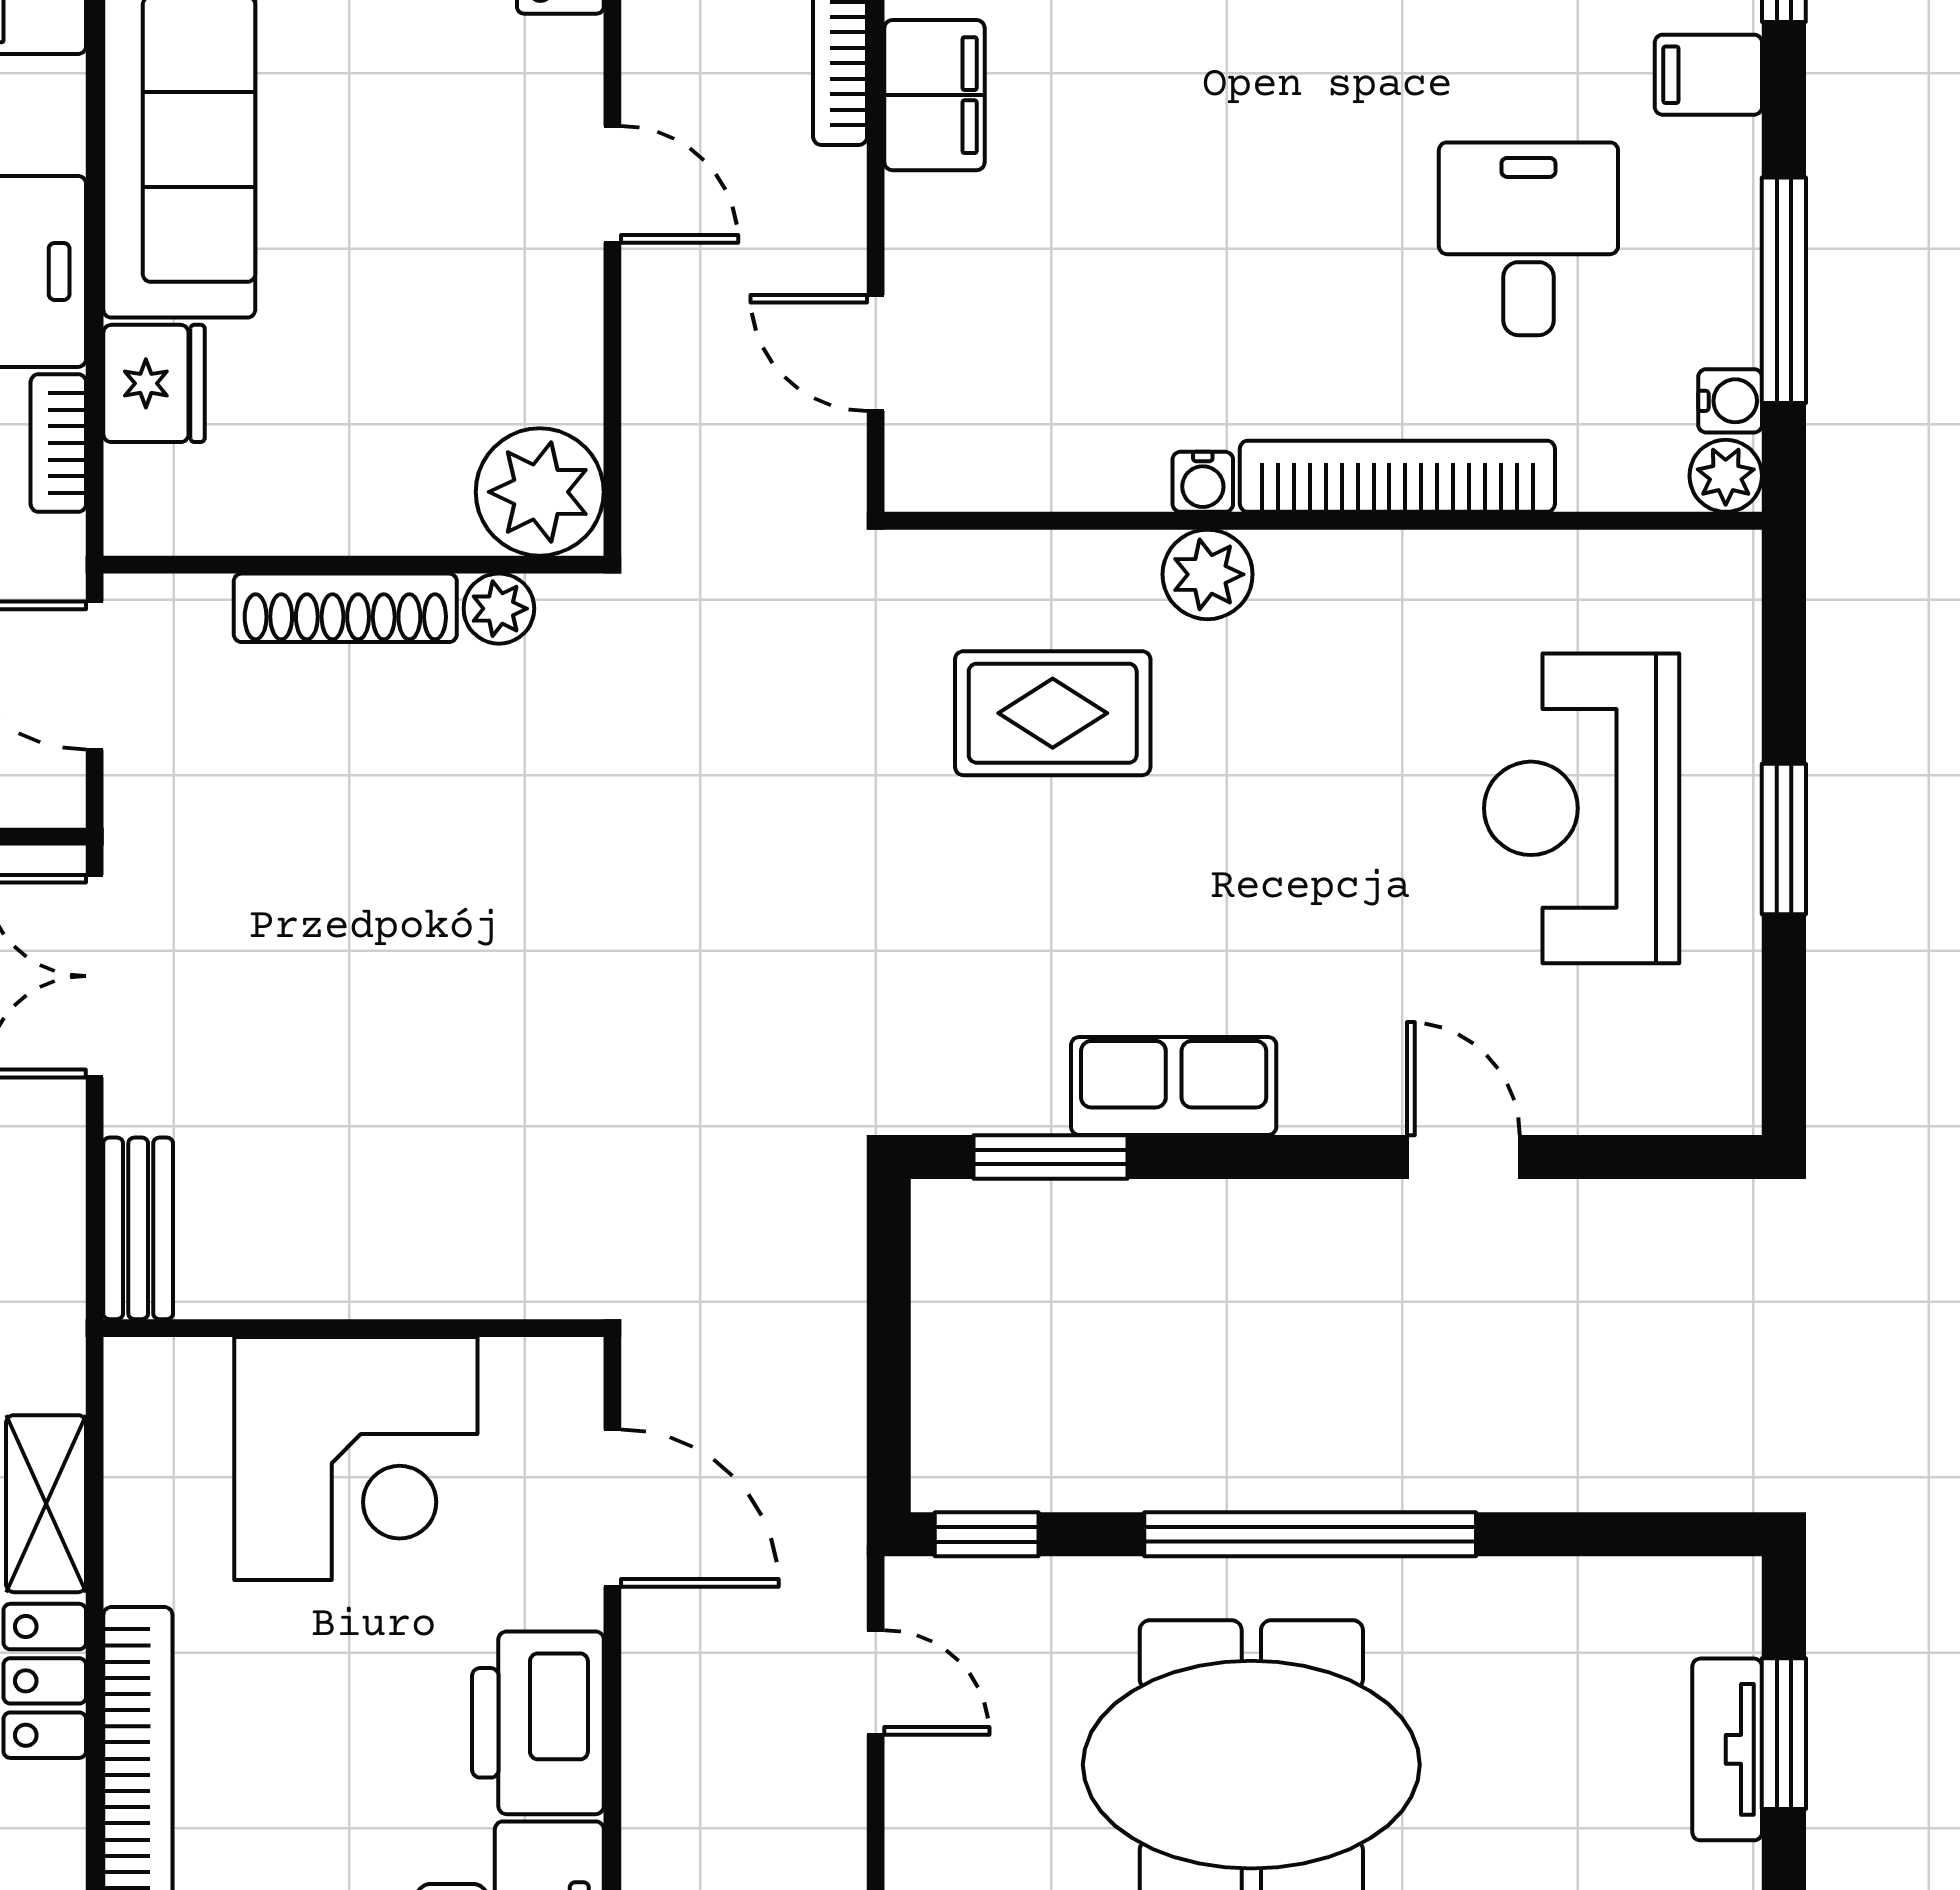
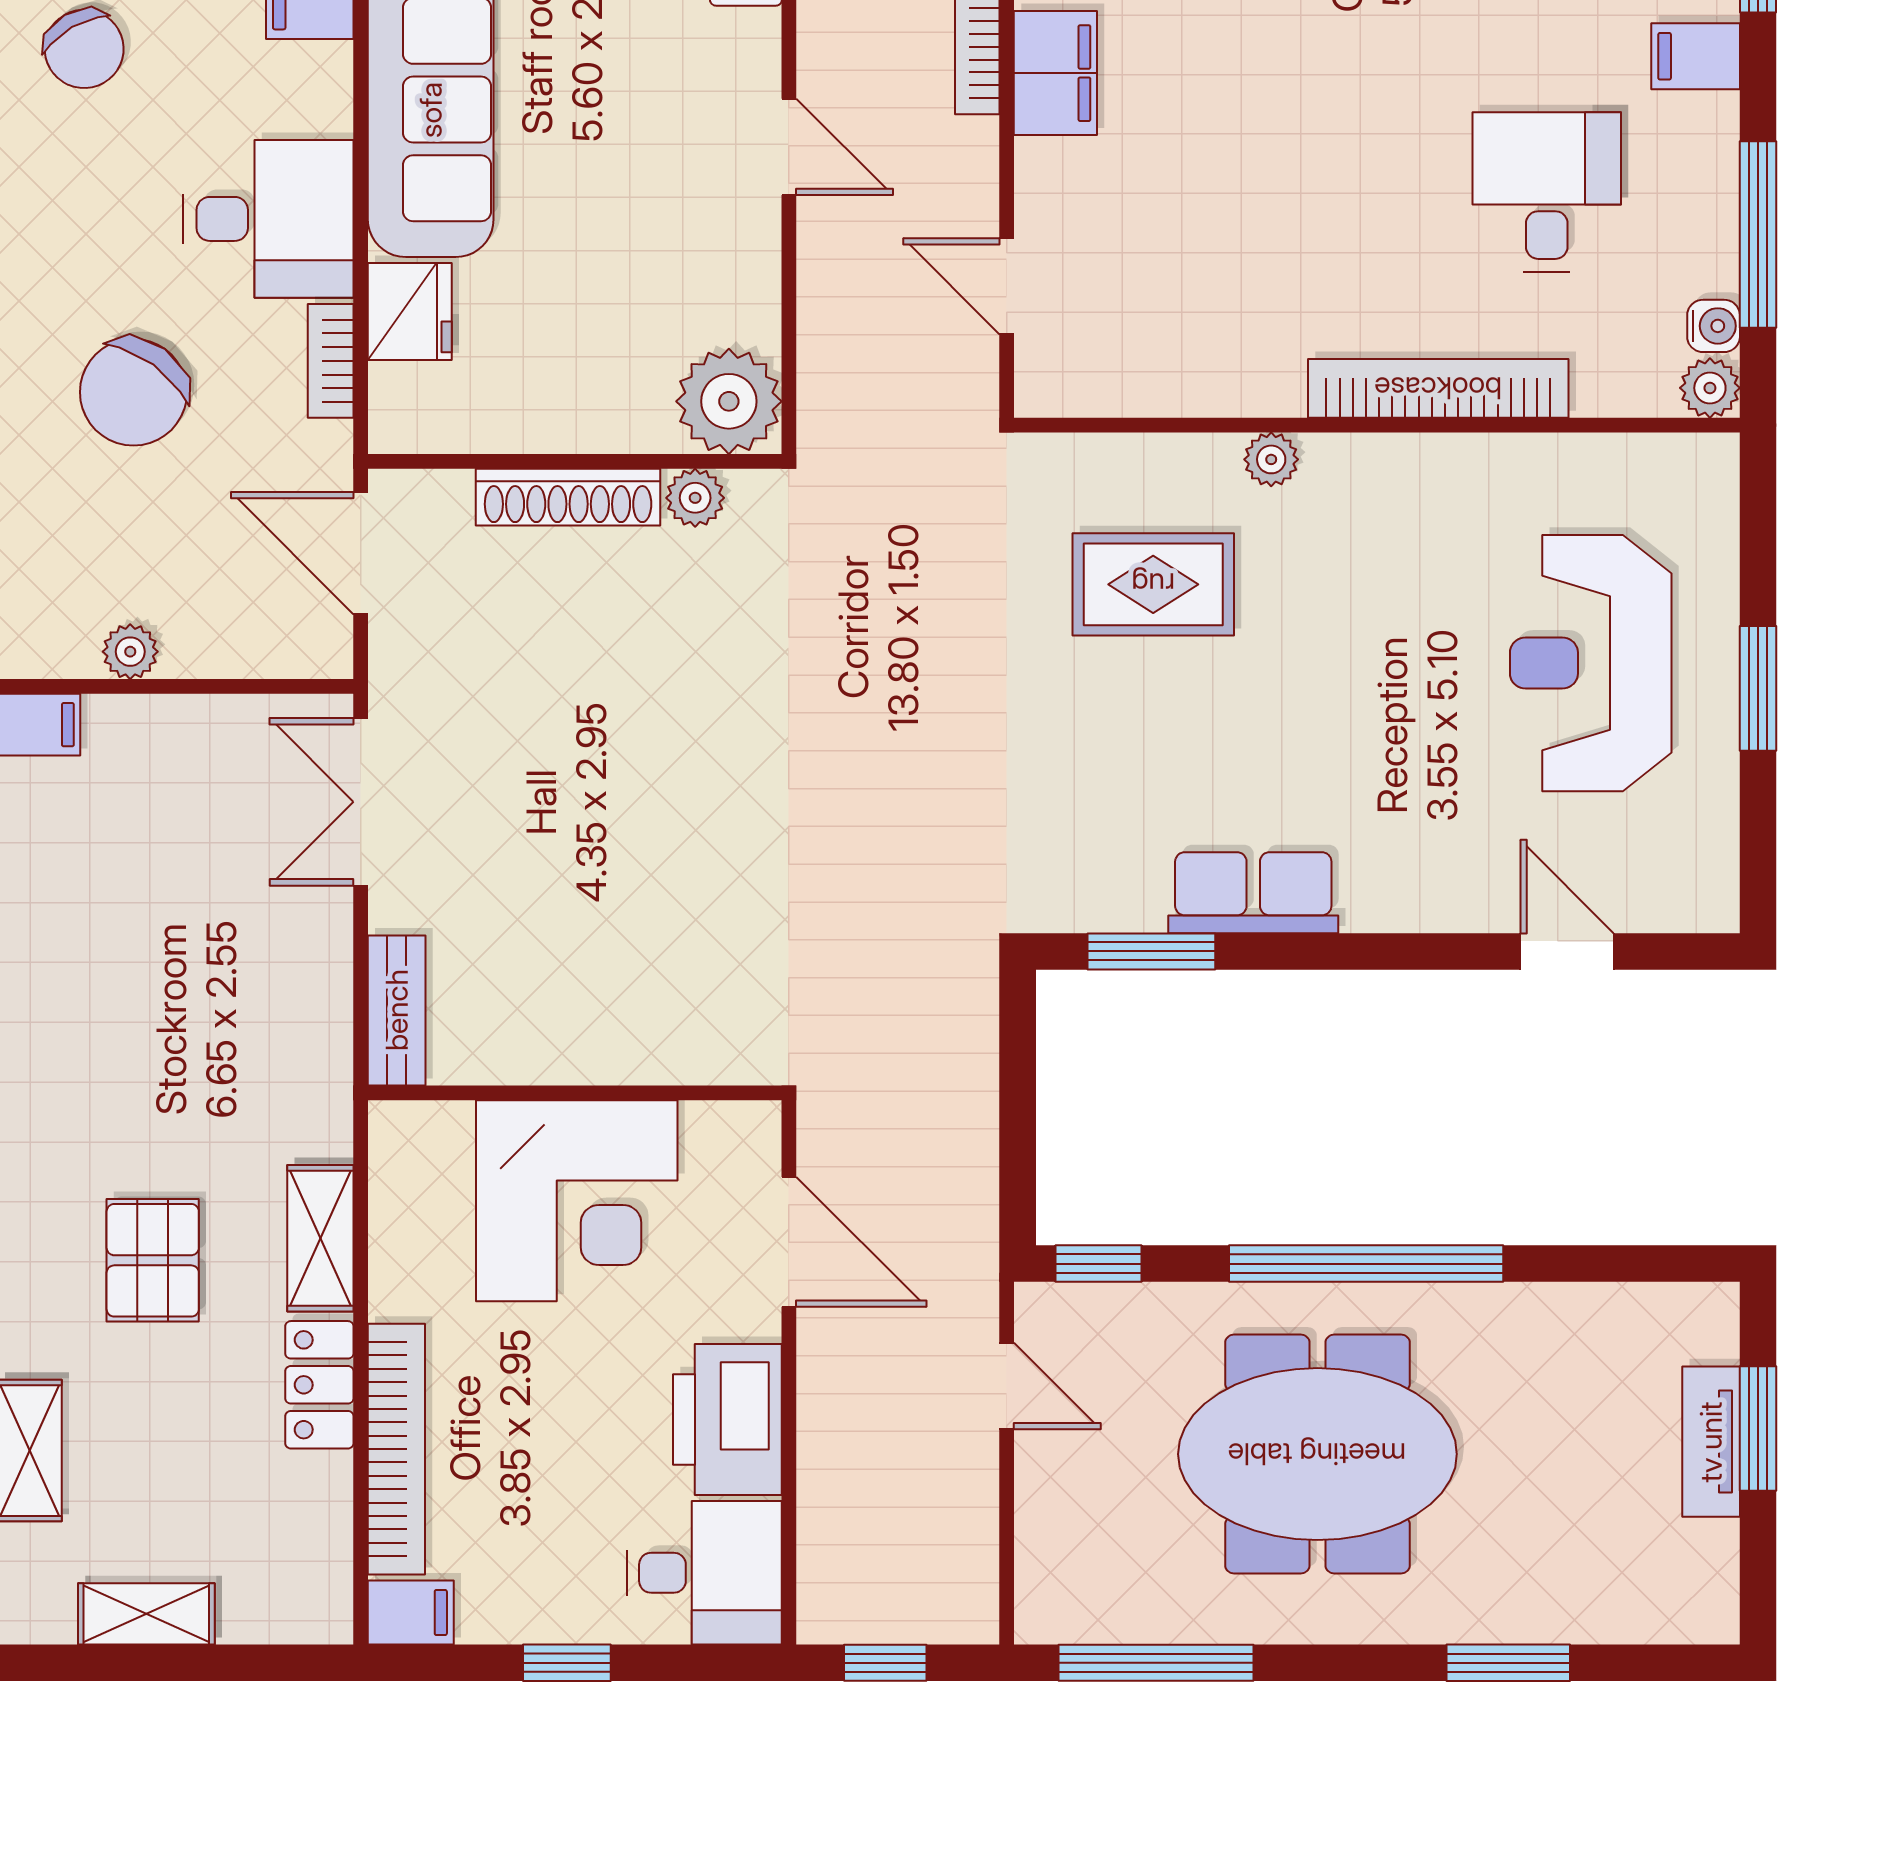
water cooler: (1203, 482) -> (1277, 393), removed
plant: (1208, 574) -> (1271, 459), width x0.73, depth x0.73
door: (1463, 1157) -> (1567, 951), moved

